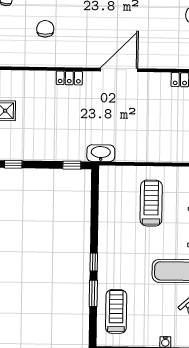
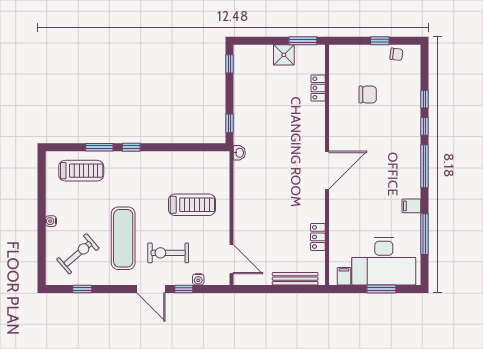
door: (119, 70) -> (327, 170), hinge flipped
locker: (69, 78) -> (318, 88), moved
washbasin: (101, 153) -> (239, 153), width x0.52, depth x0.69

